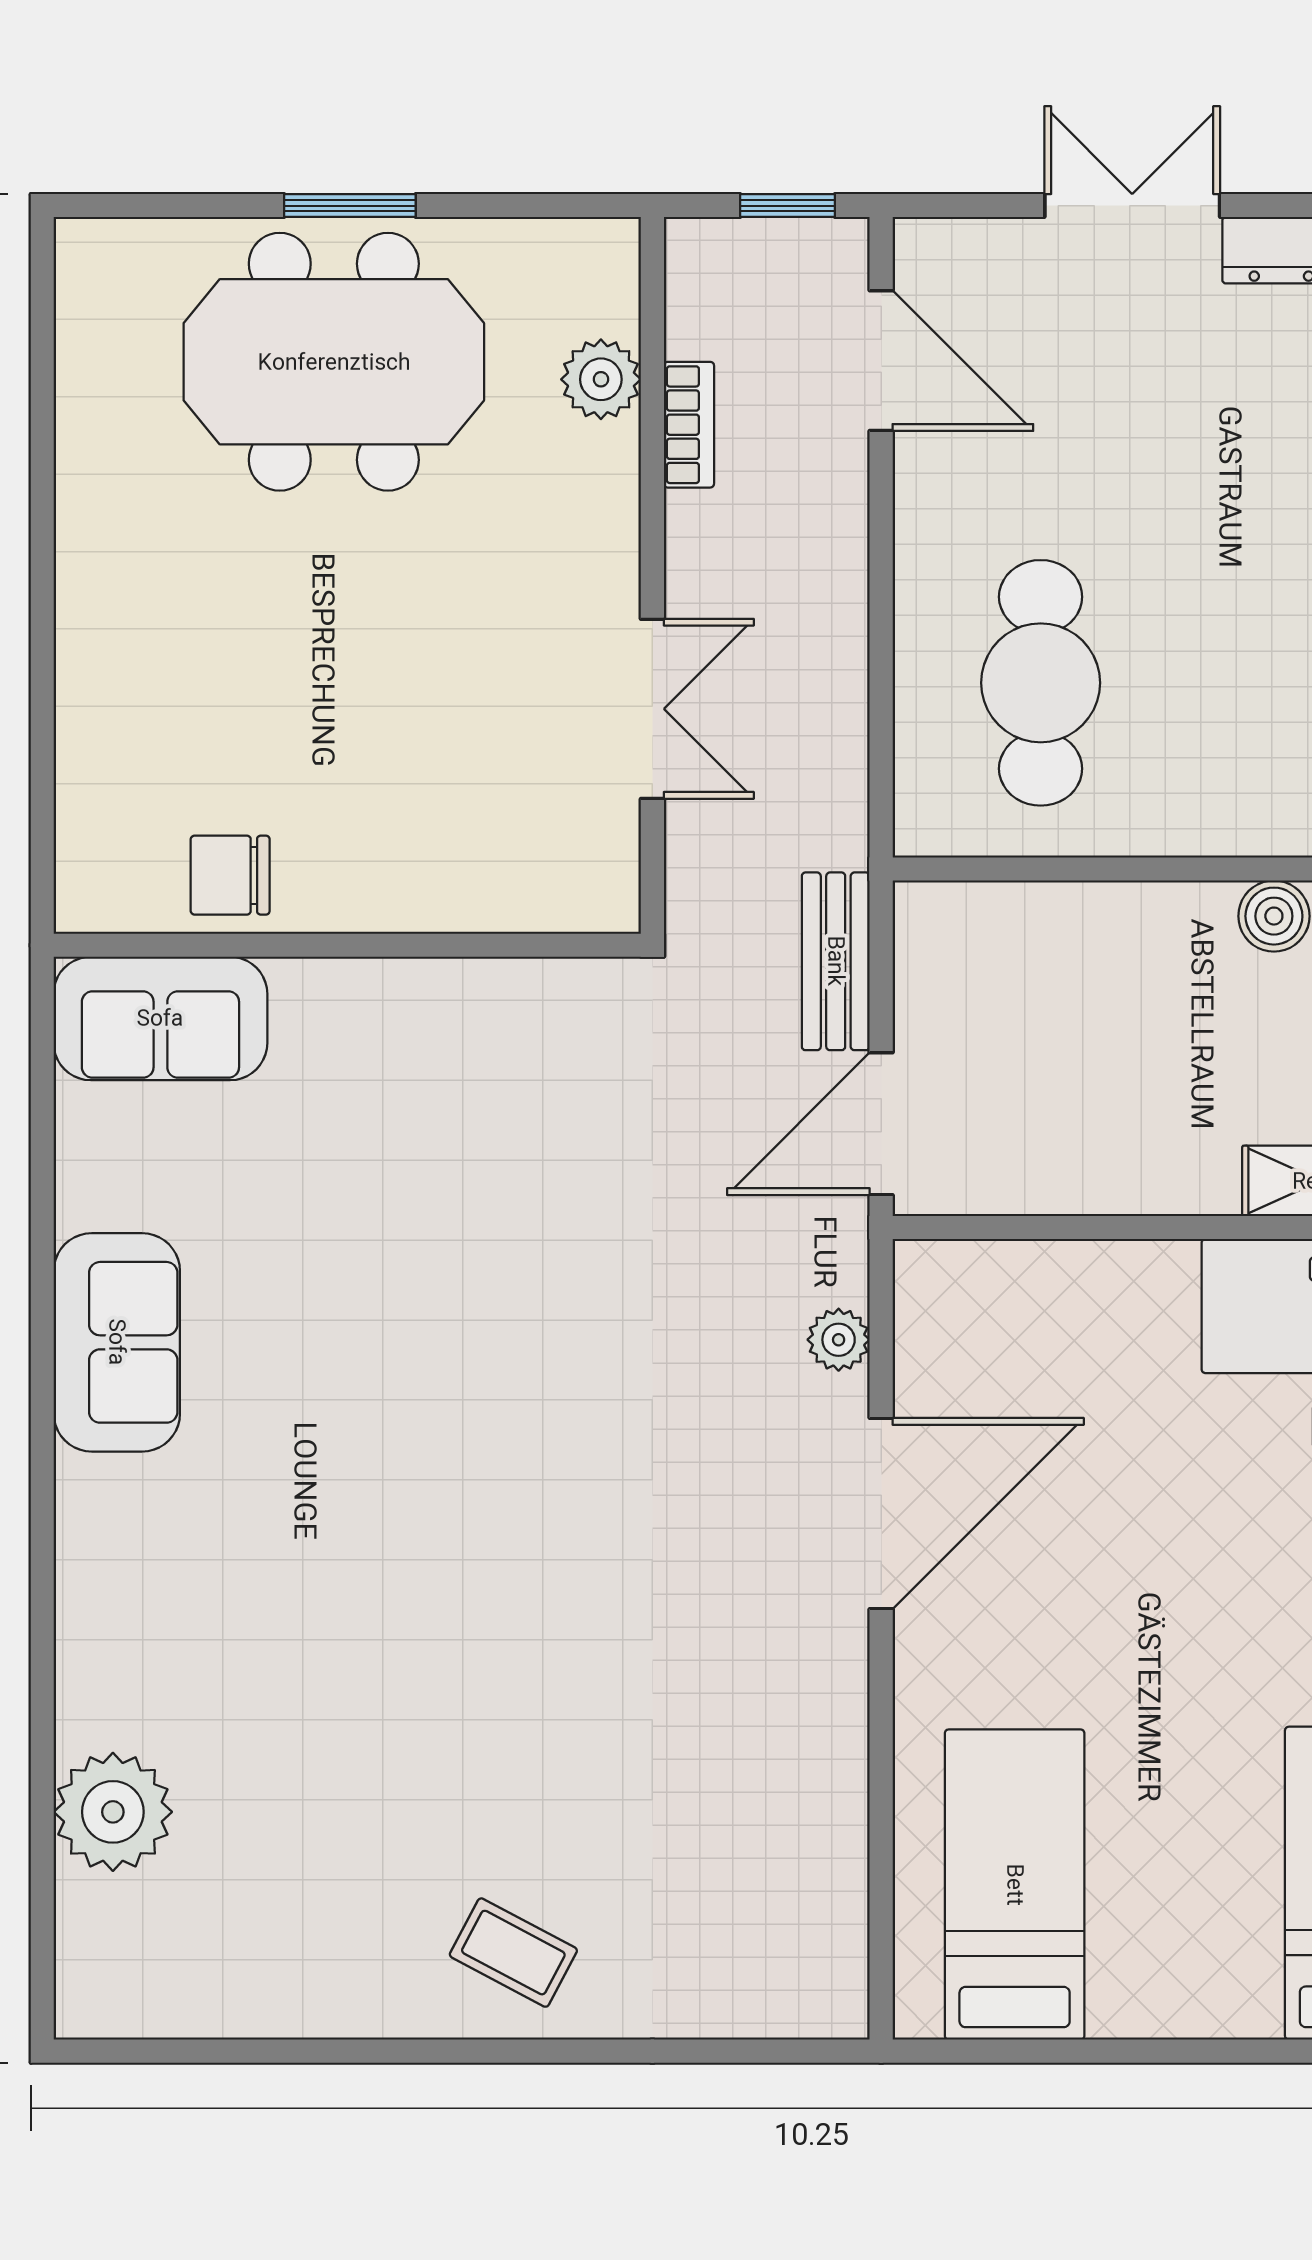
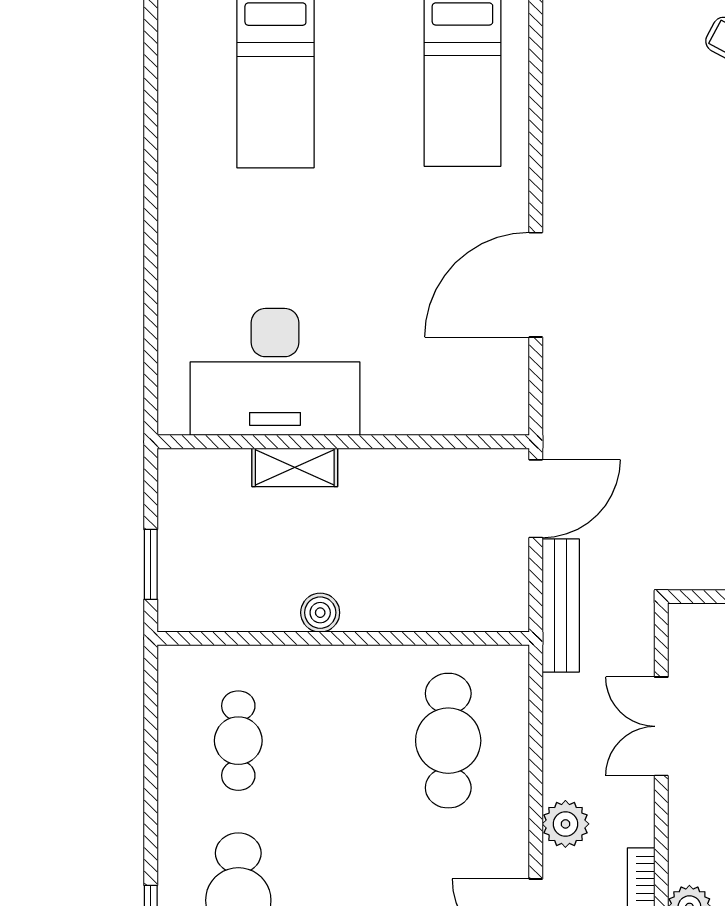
bench: (836, 961) -> (561, 606), width x1.36
plant: (839, 1340) -> (565, 824), moved, width x1.38, depth x1.38

